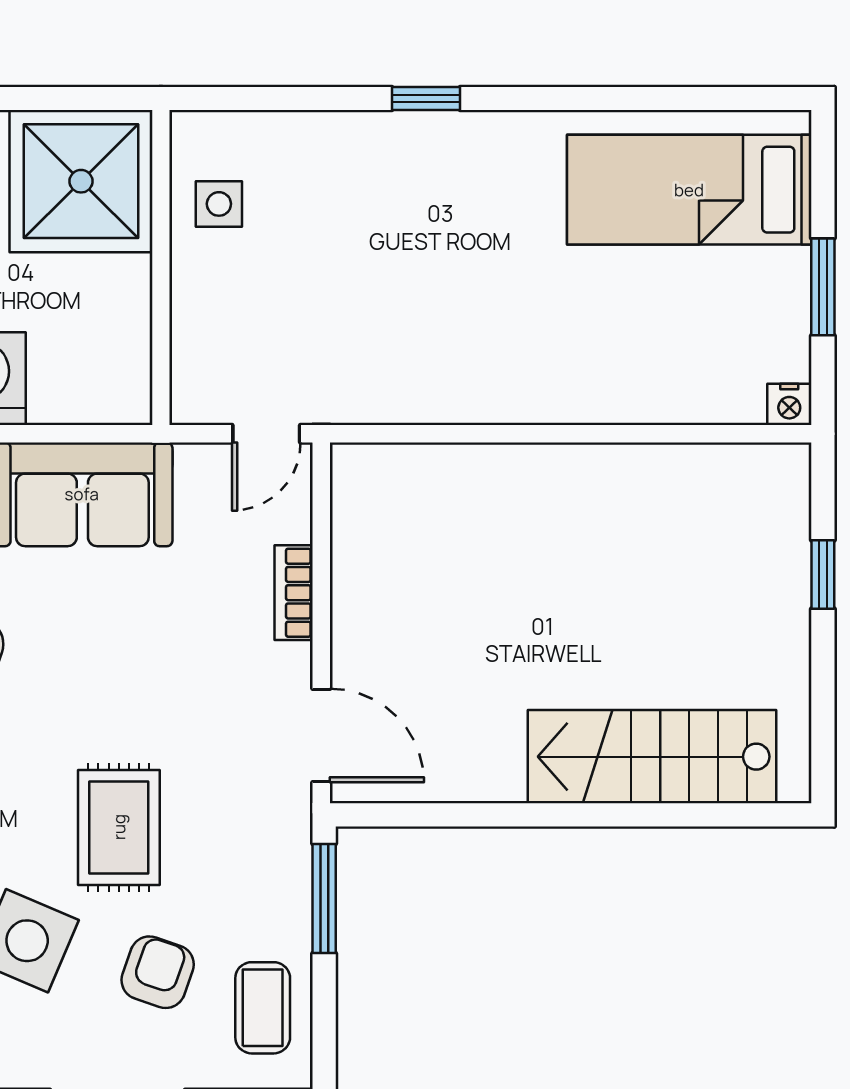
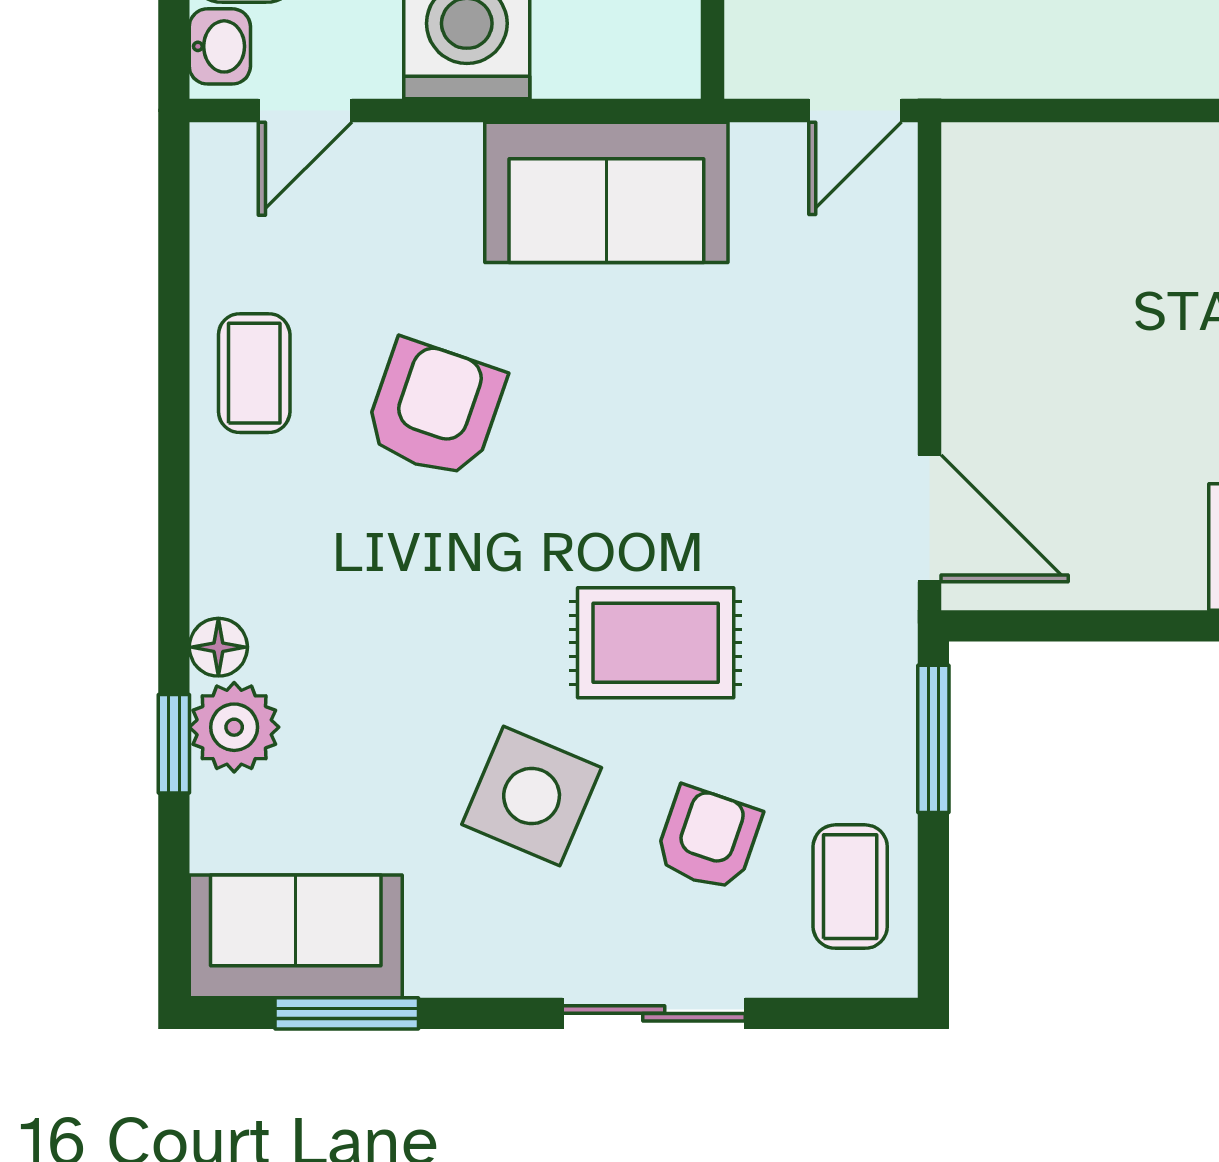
bookcase: (294, 593) -> (892, 325), removed
rug: (119, 827) -> (656, 643), turned 90

